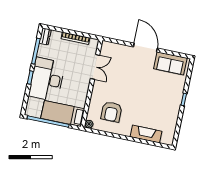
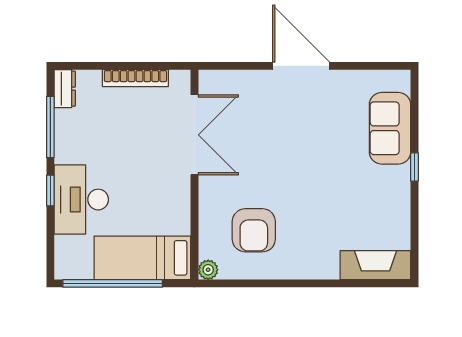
sofa: (170, 63) -> (390, 128), moved, turned 90
double door: (95, 67) -> (194, 135), width x1.37
desk: (47, 79) -> (81, 200), width x0.73, depth x0.77
fireplace: (146, 134) -> (375, 265), moved

